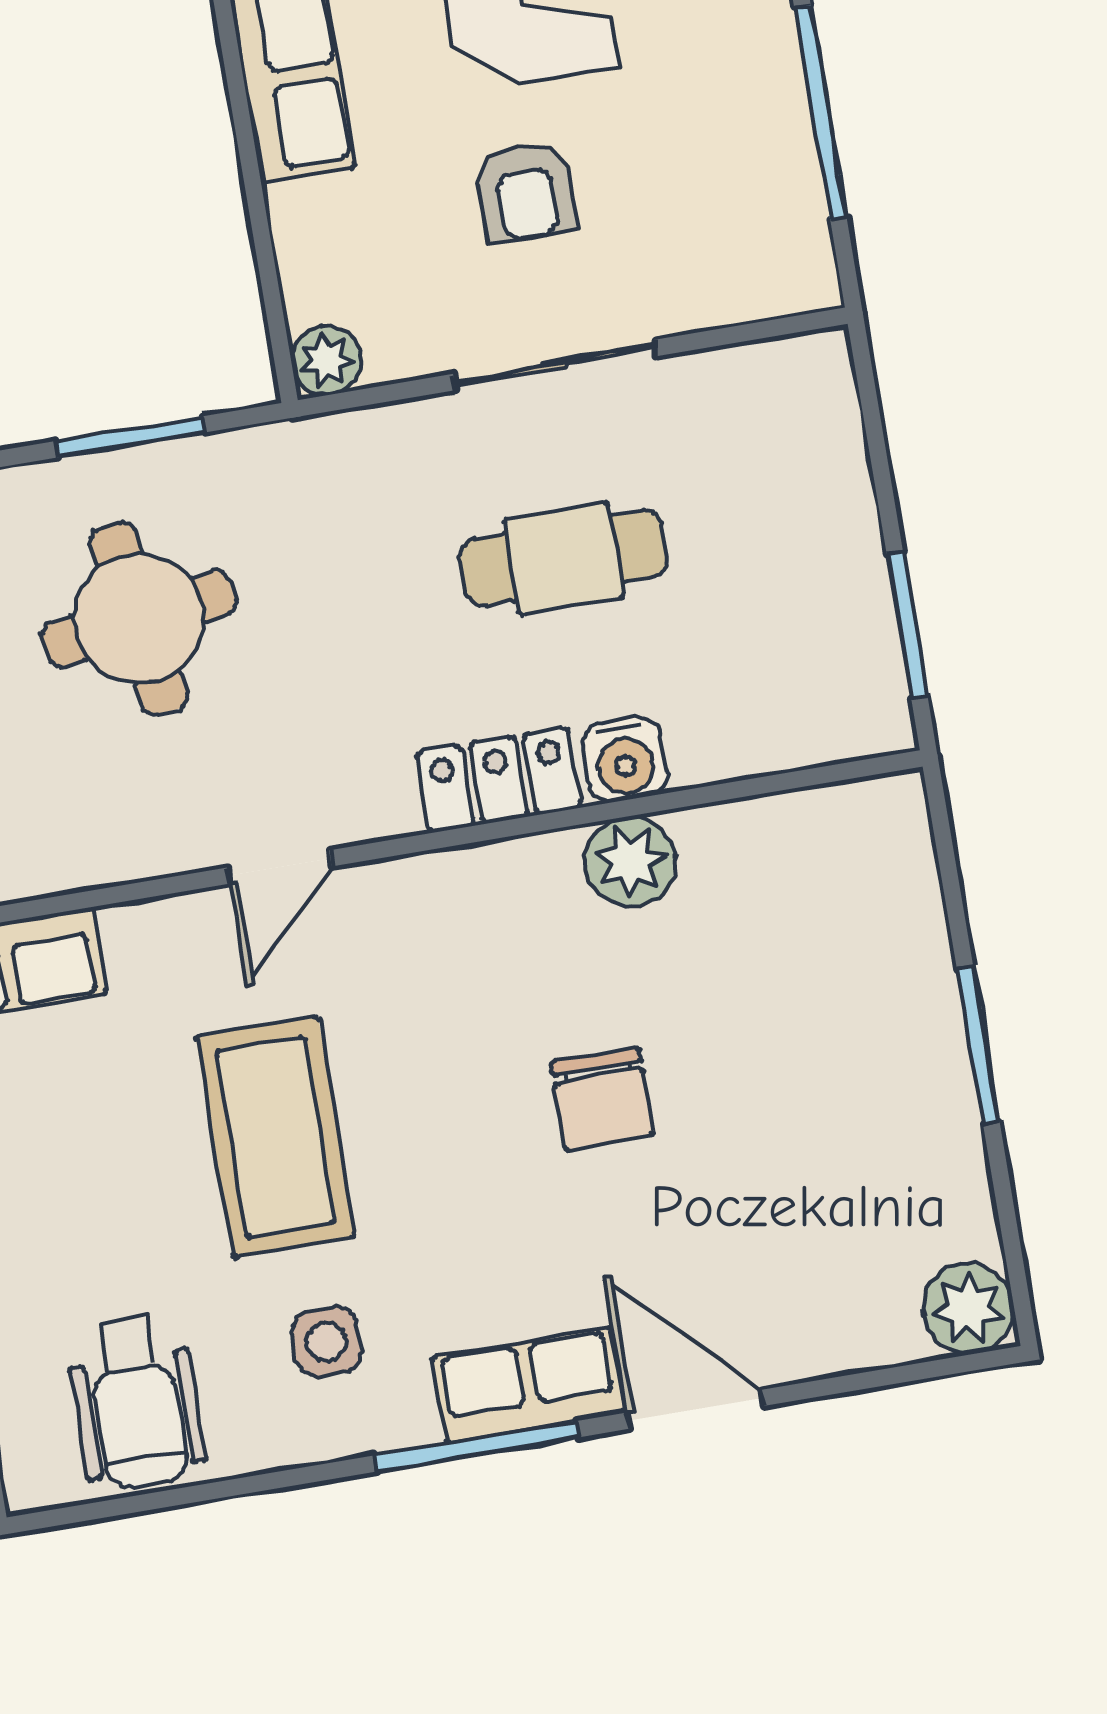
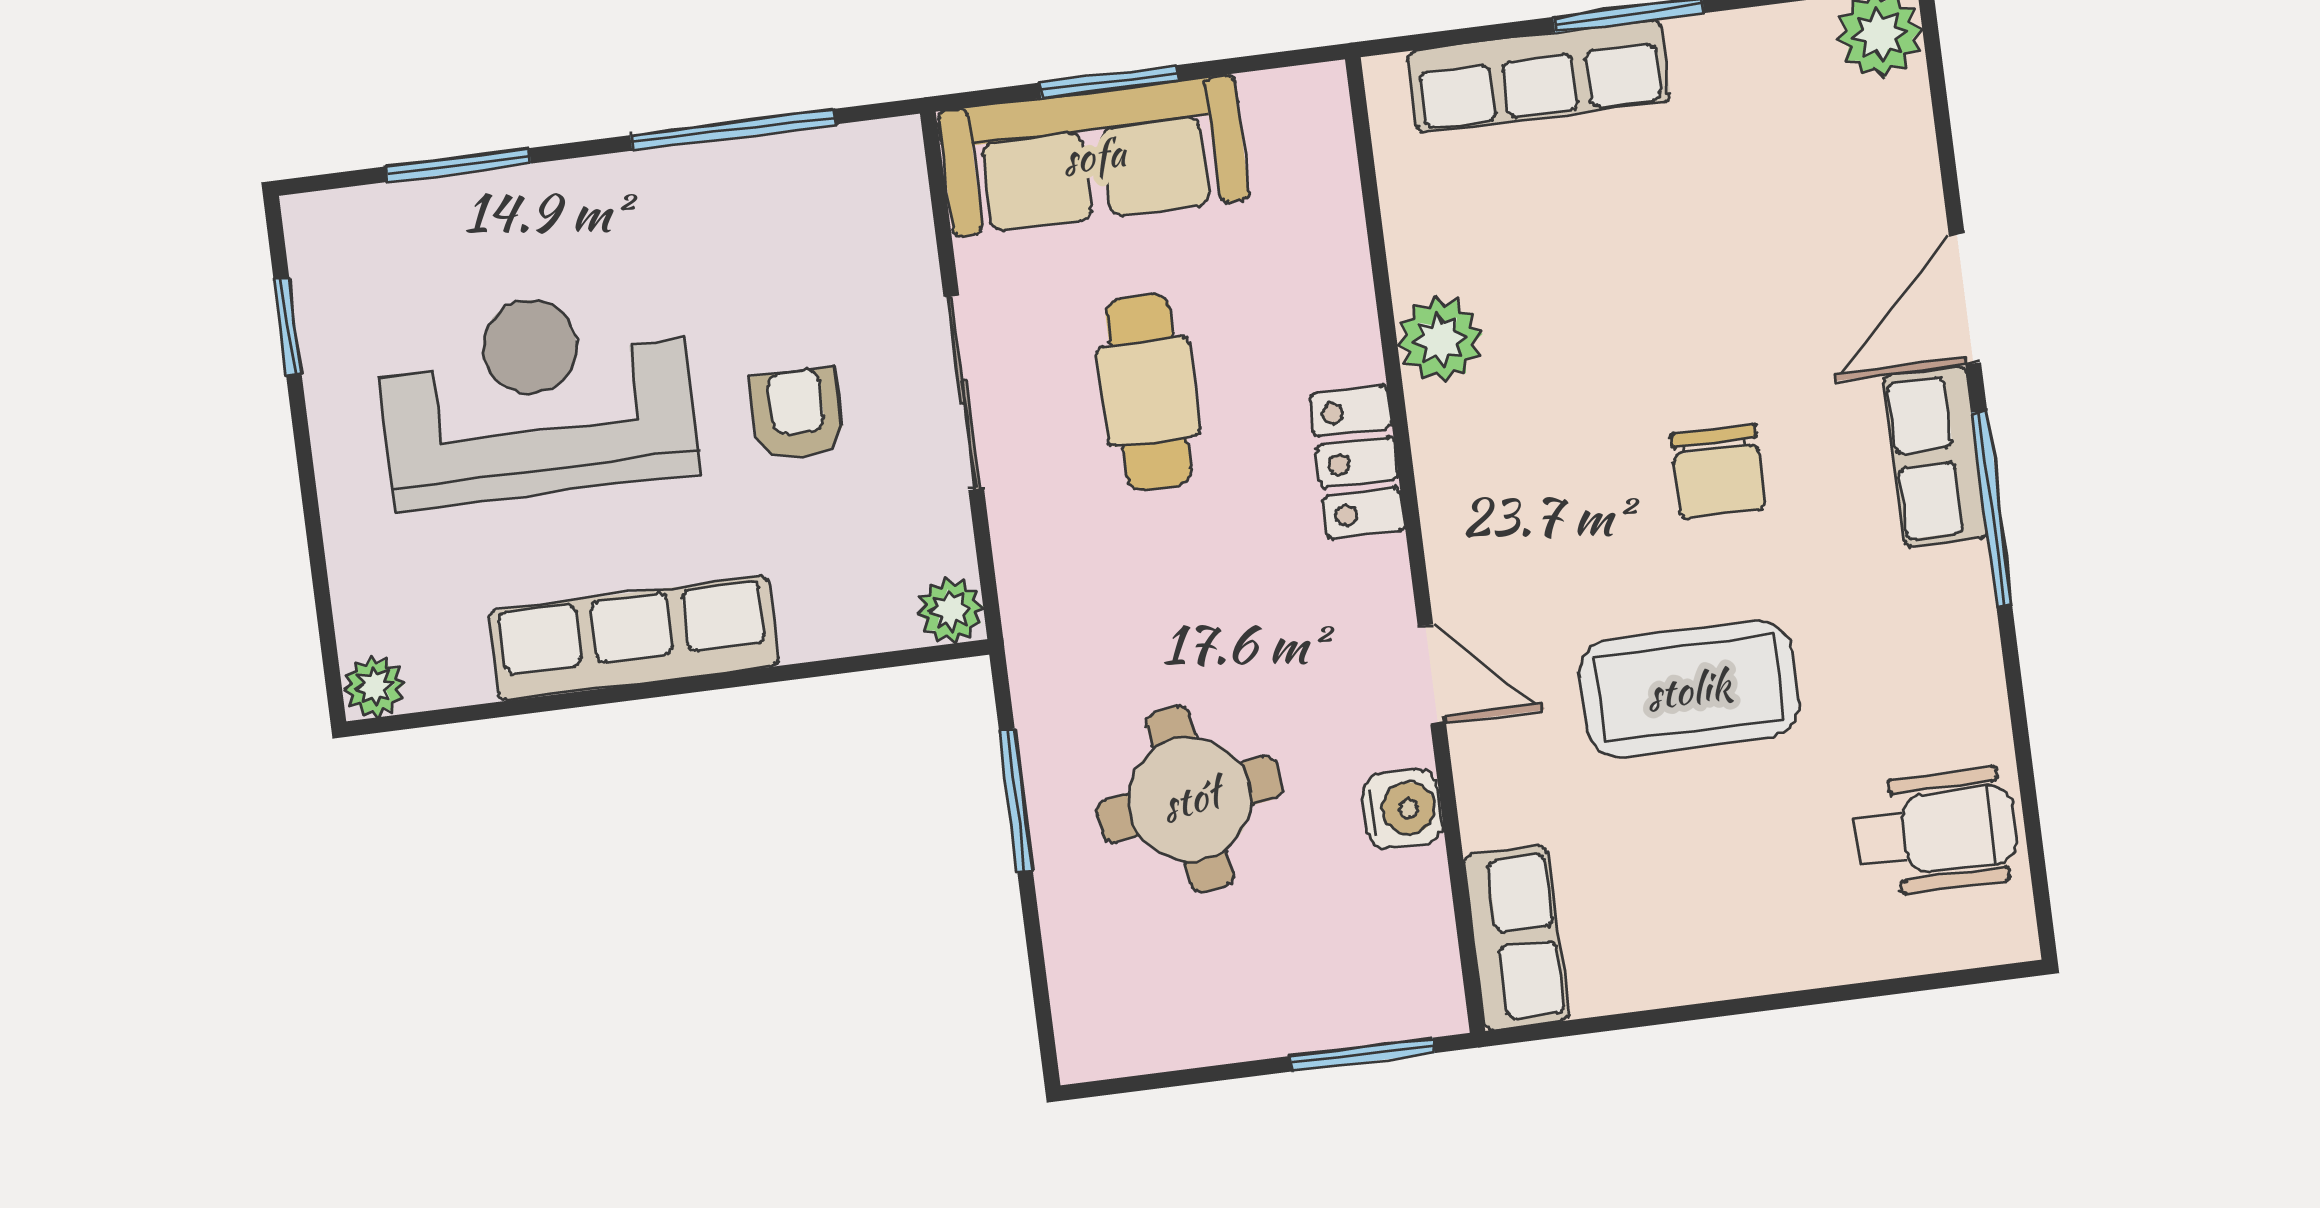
armchair: (525, 192) -> (797, 414), turned -90
sofa: (809, 491) -> (1094, 155), added
window: (907, 625) -> (1109, 82), moved
water cooler: (625, 760) -> (1403, 809), moved
row of seats: (910, 954) -> (1539, 76), added
chair: (602, 1099) -> (1718, 471), moved, turned 90
side table: (326, 1342) -> (1886, 648), removed

